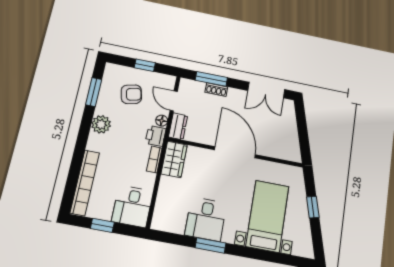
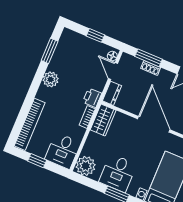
armchair: (131, 94) -> (80, 59), removed
floor lamp: (162, 121) -> (112, 56), moved
plant: (165, 219) -> (86, 166), added

